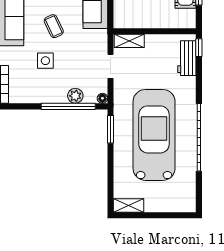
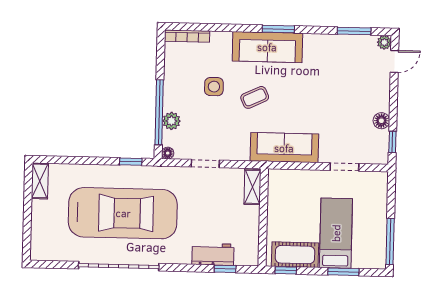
wall: (155, 31) -> (263, 217), moved
shelving: (129, 41) -> (252, 187), moved
window: (110, 129) -> (131, 162), width x0.67

